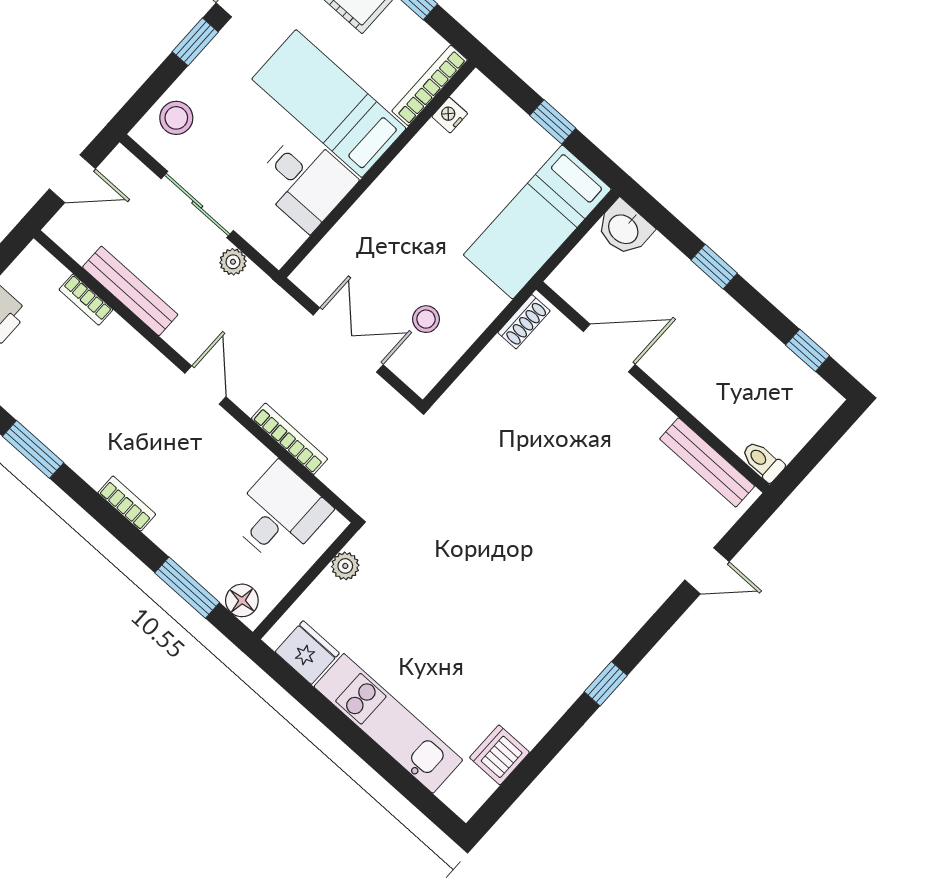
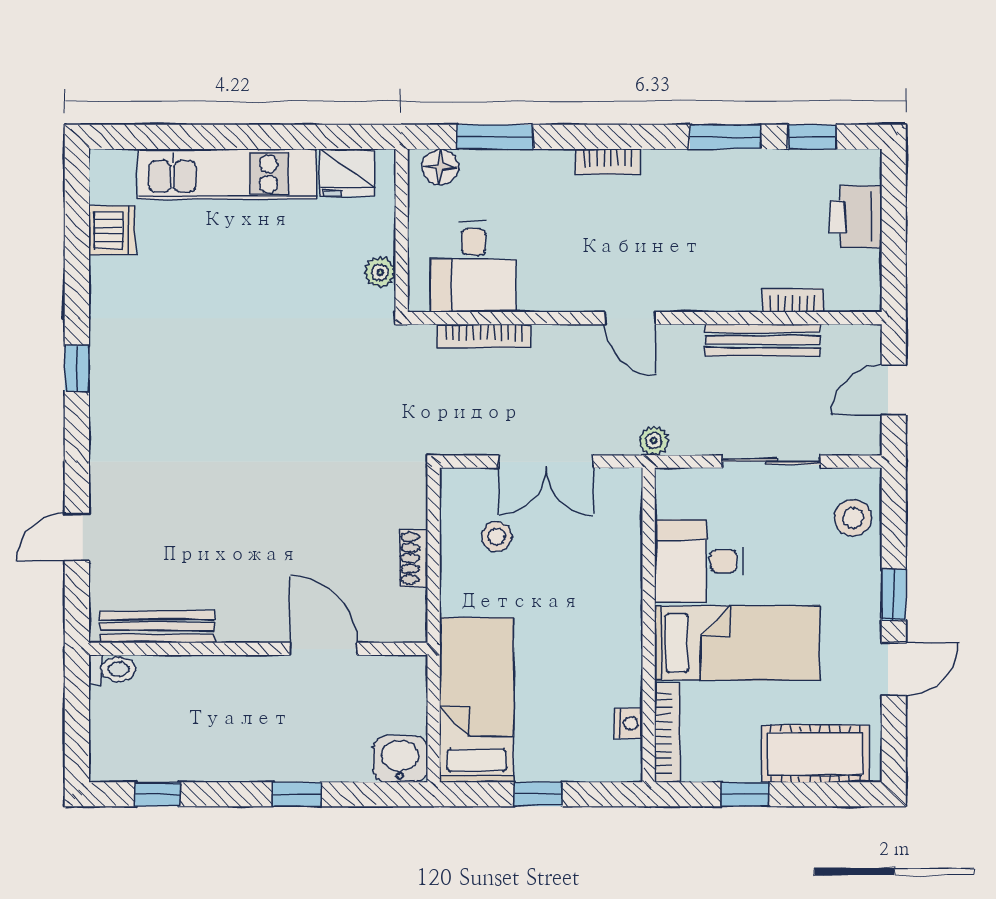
plant: (233, 262) -> (654, 441), moved
shoe rack: (524, 322) -> (414, 558), moved
door: (609, 348) -> (323, 649), swing flipped
bookcase: (289, 439) -> (484, 336), moved

